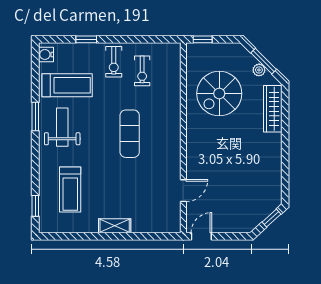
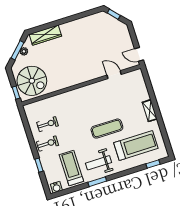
spiral stairs: (219, 94) -> (32, 81), moved
exercise mat: (130, 134) -> (107, 129), moved
treadmill: (70, 190) -> (136, 146), width x1.37, depth x1.38

